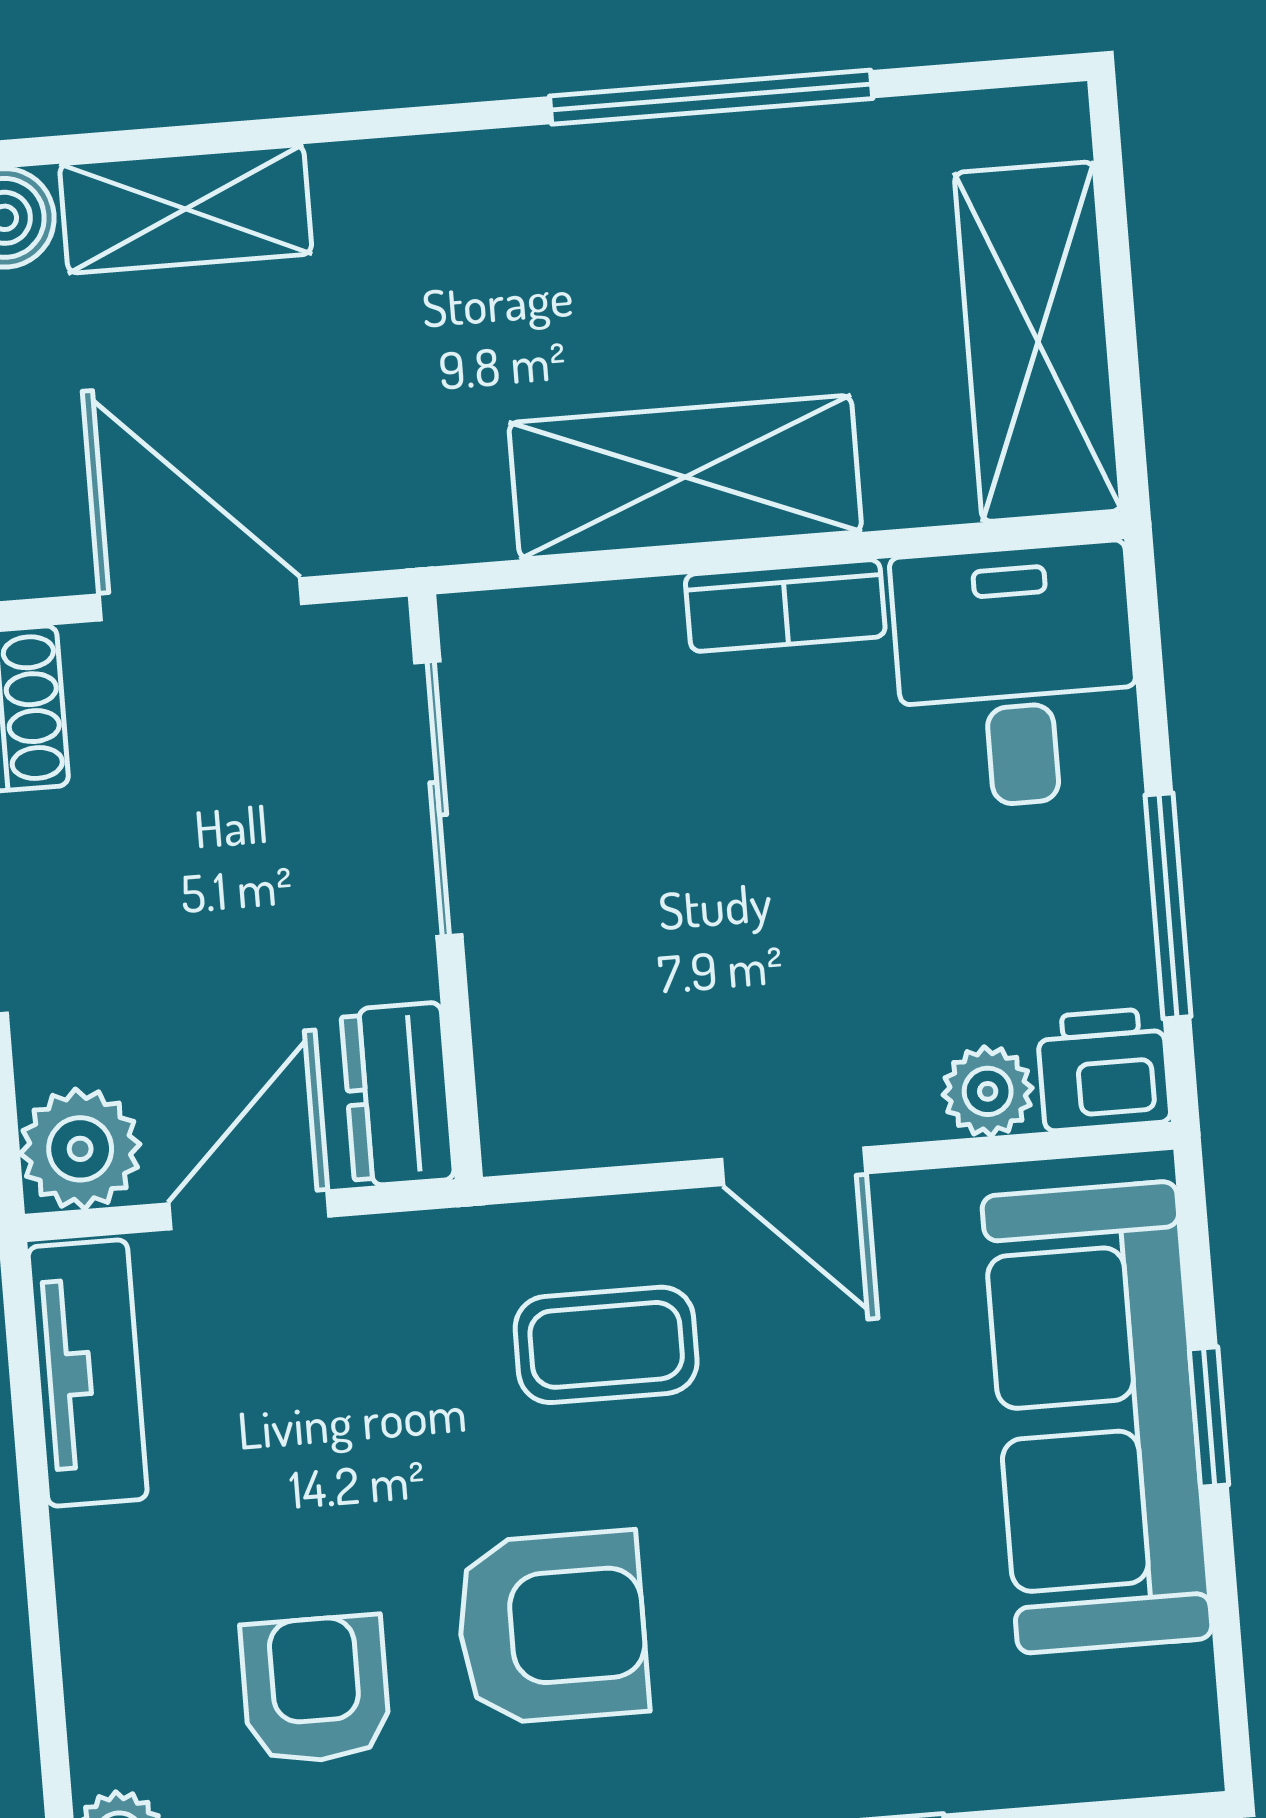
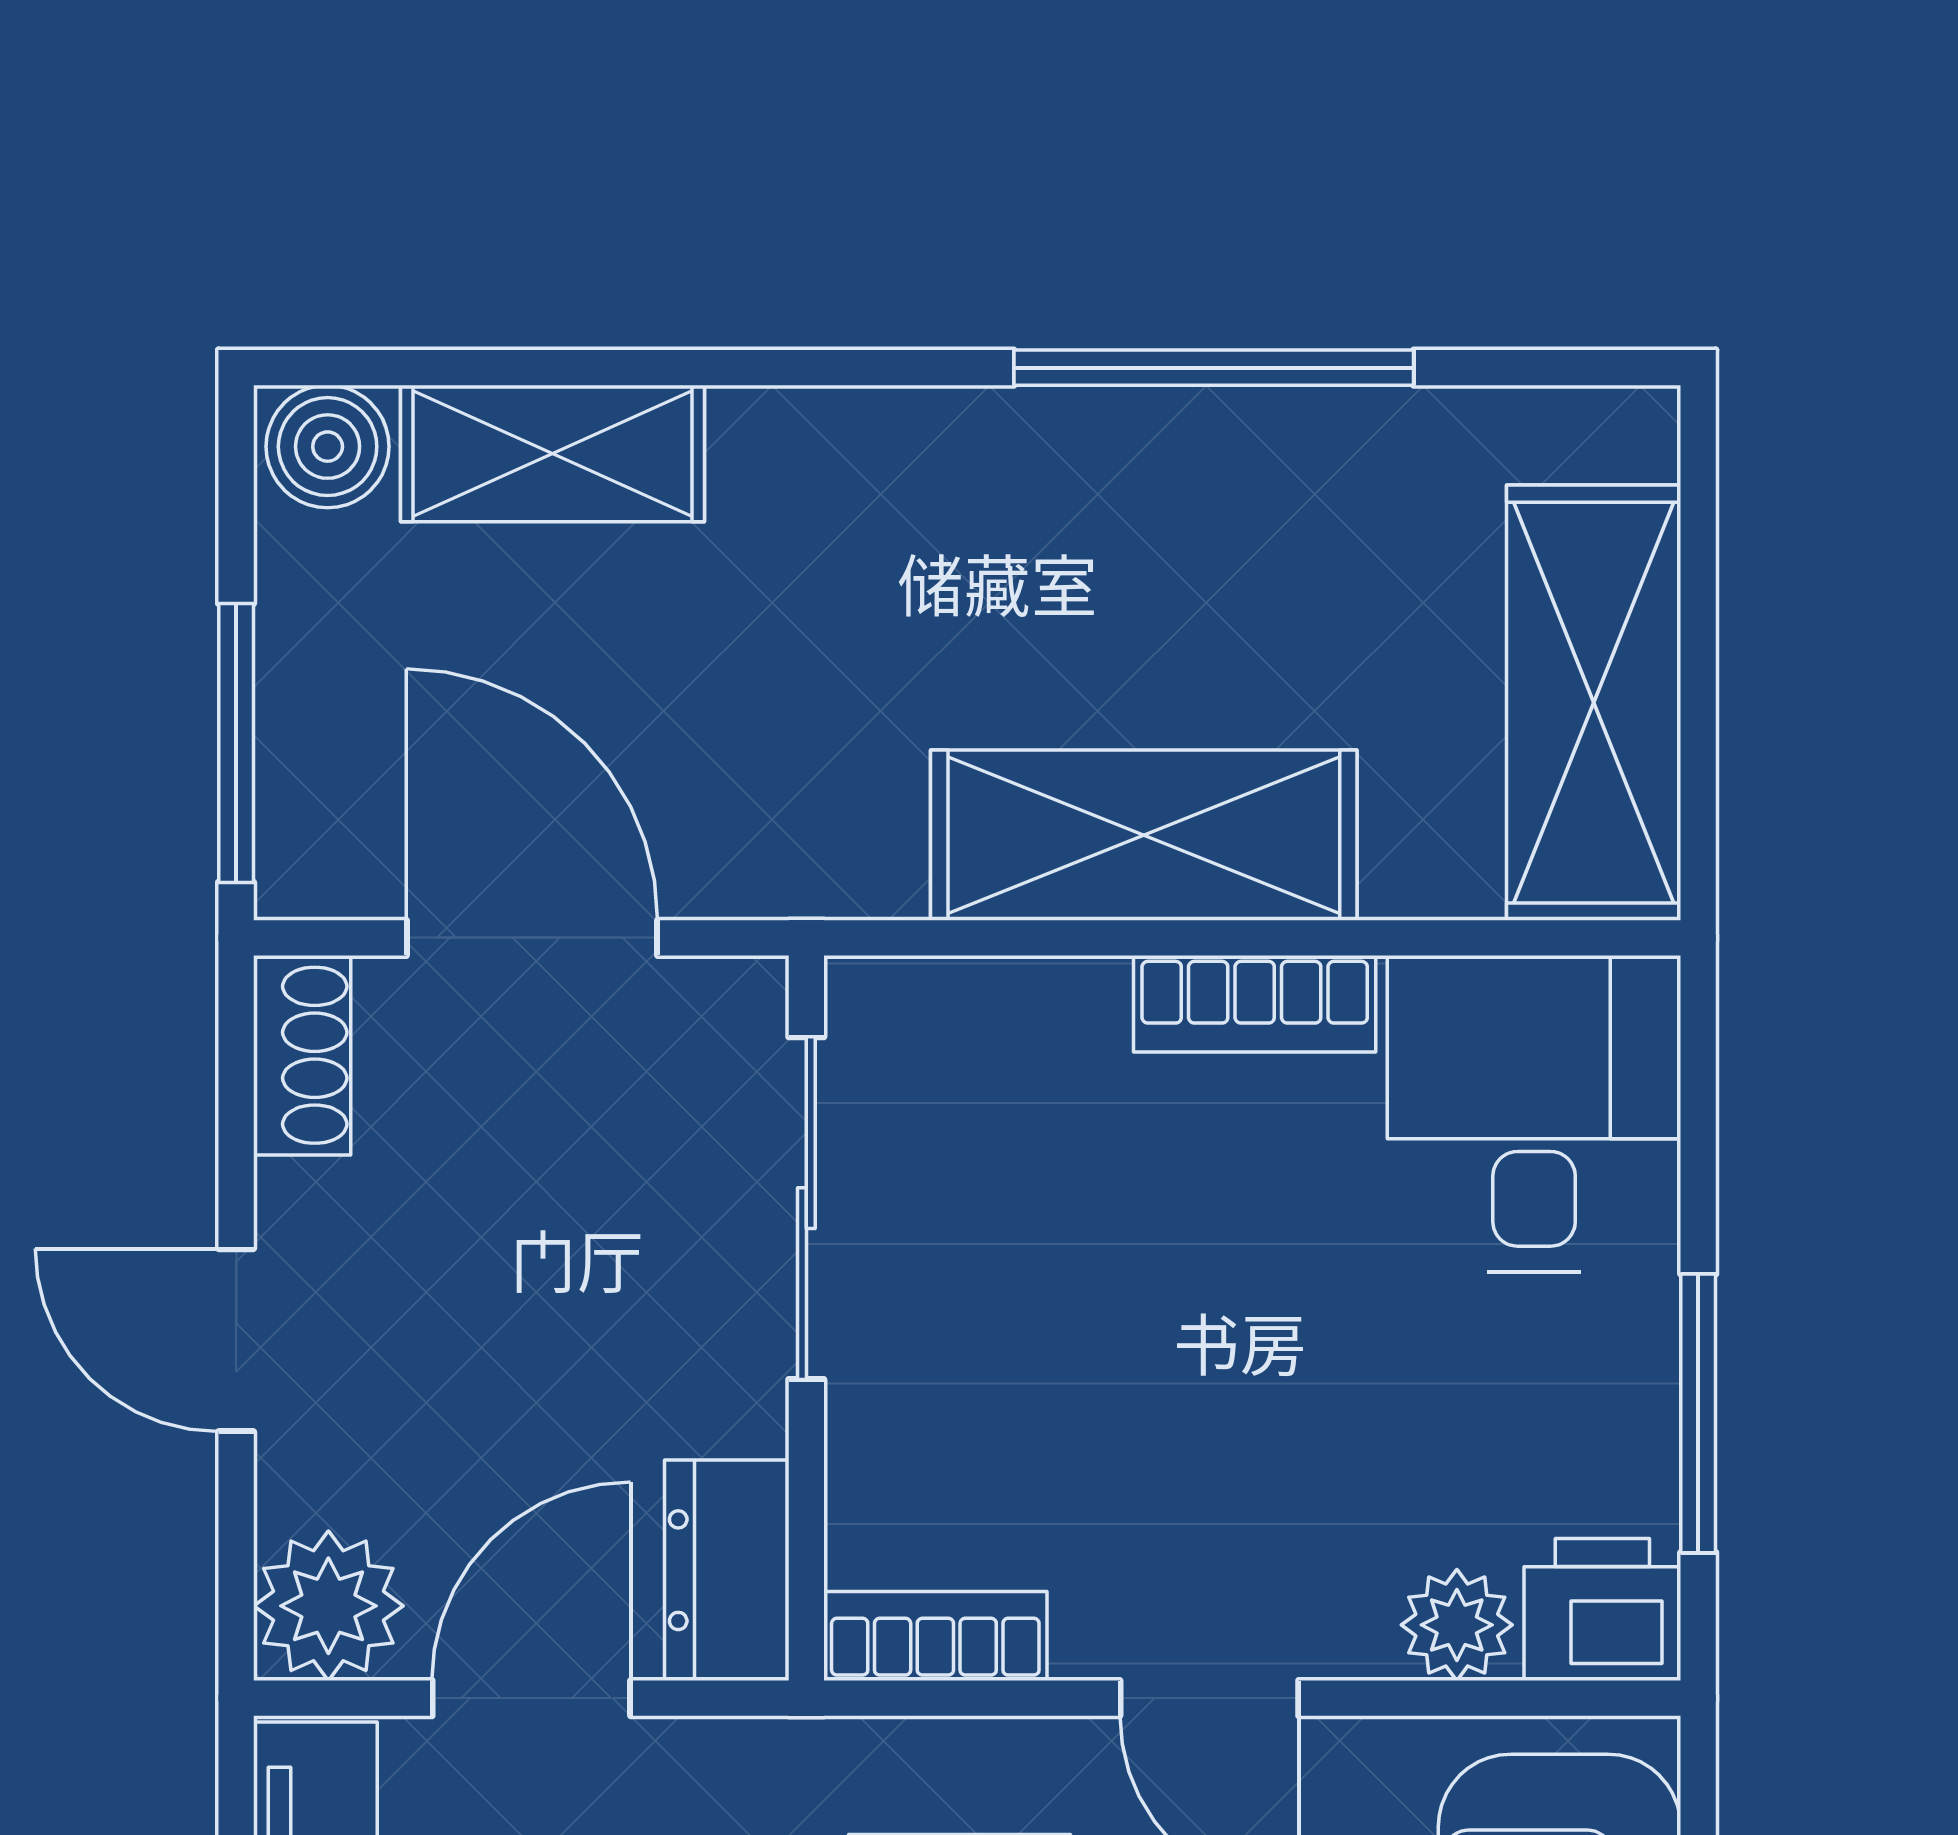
bookcase: (570, 1134) -> (935, 1636), added

